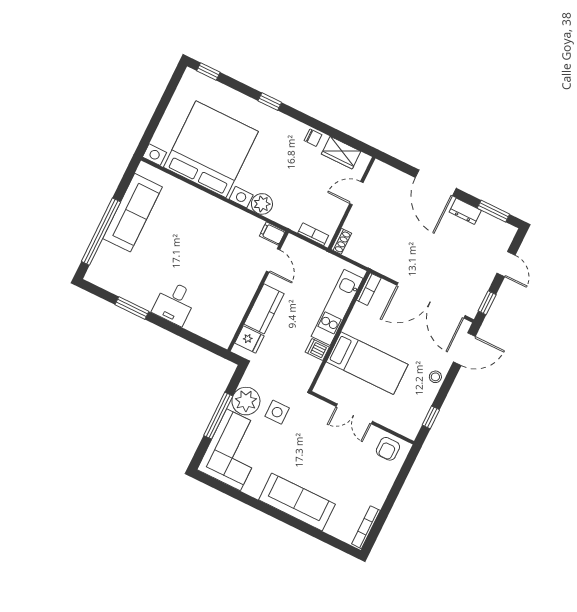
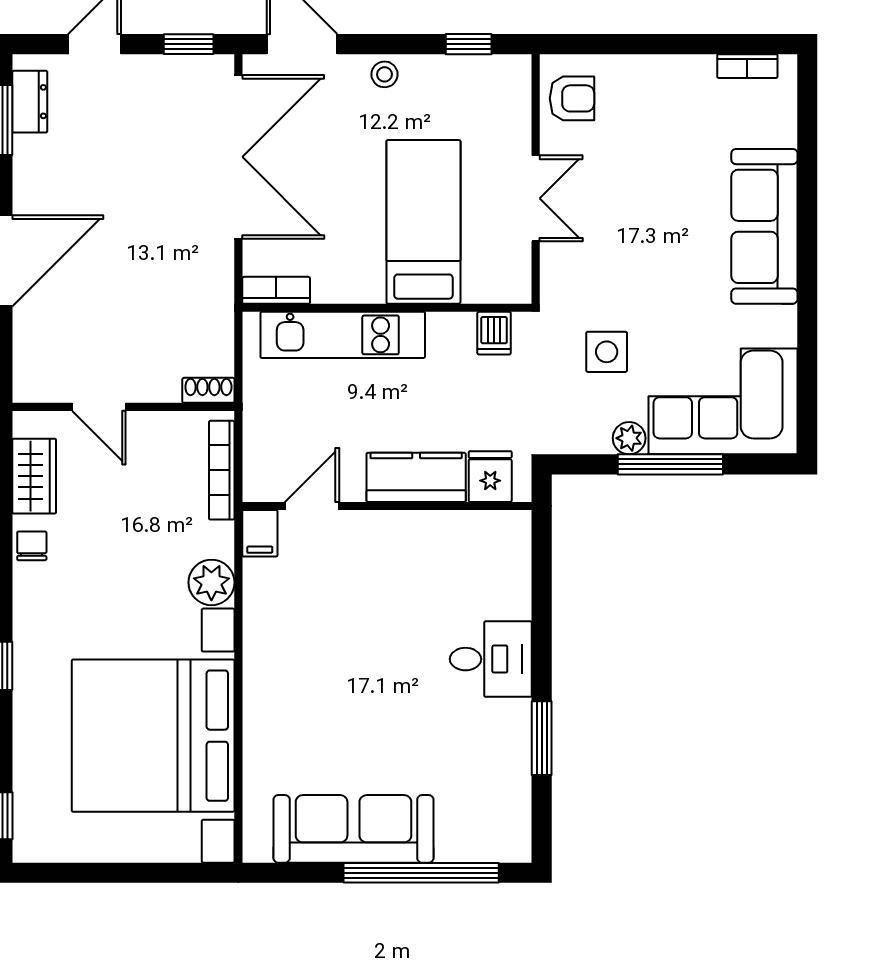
dresser: (465, 211) -> (30, 102), moved
bookcase: (313, 234) -> (222, 470), width x1.56
dishwasher: (317, 350) -> (494, 333), moved
plant: (246, 401) -> (629, 438), width x0.53, depth x0.53
bookcase: (366, 527) -> (747, 66), width x0.64

